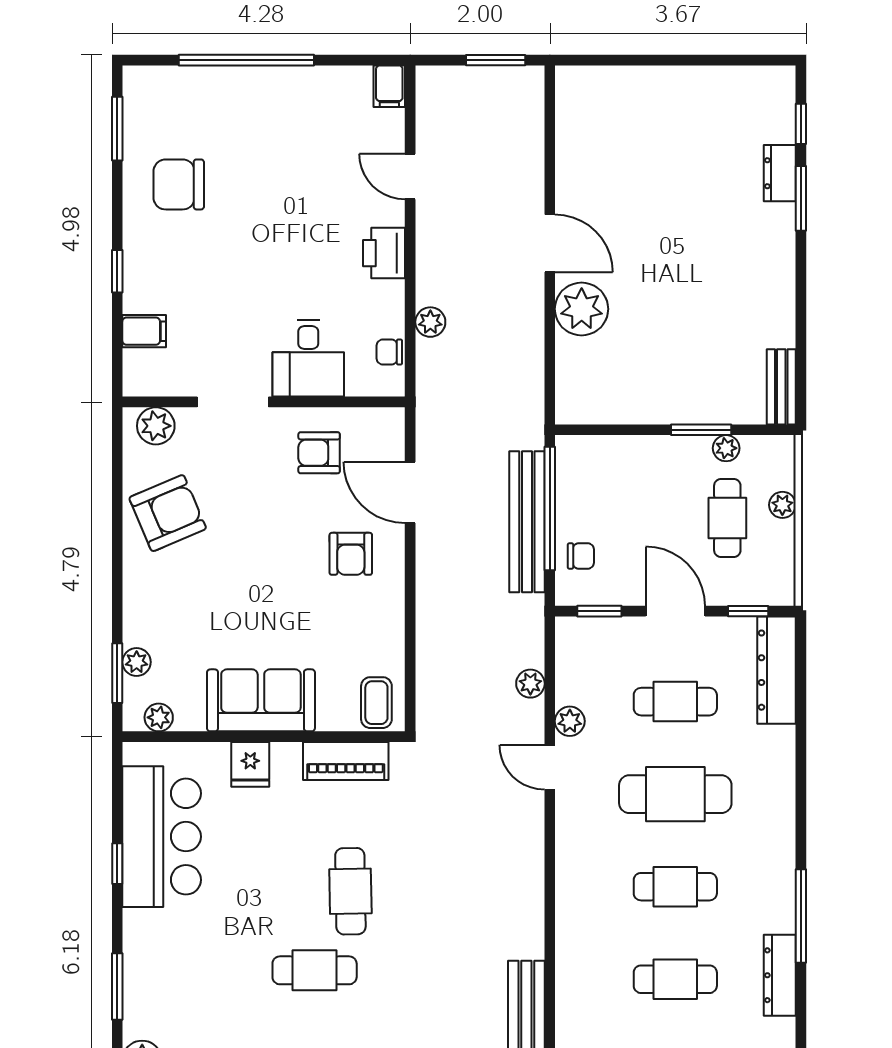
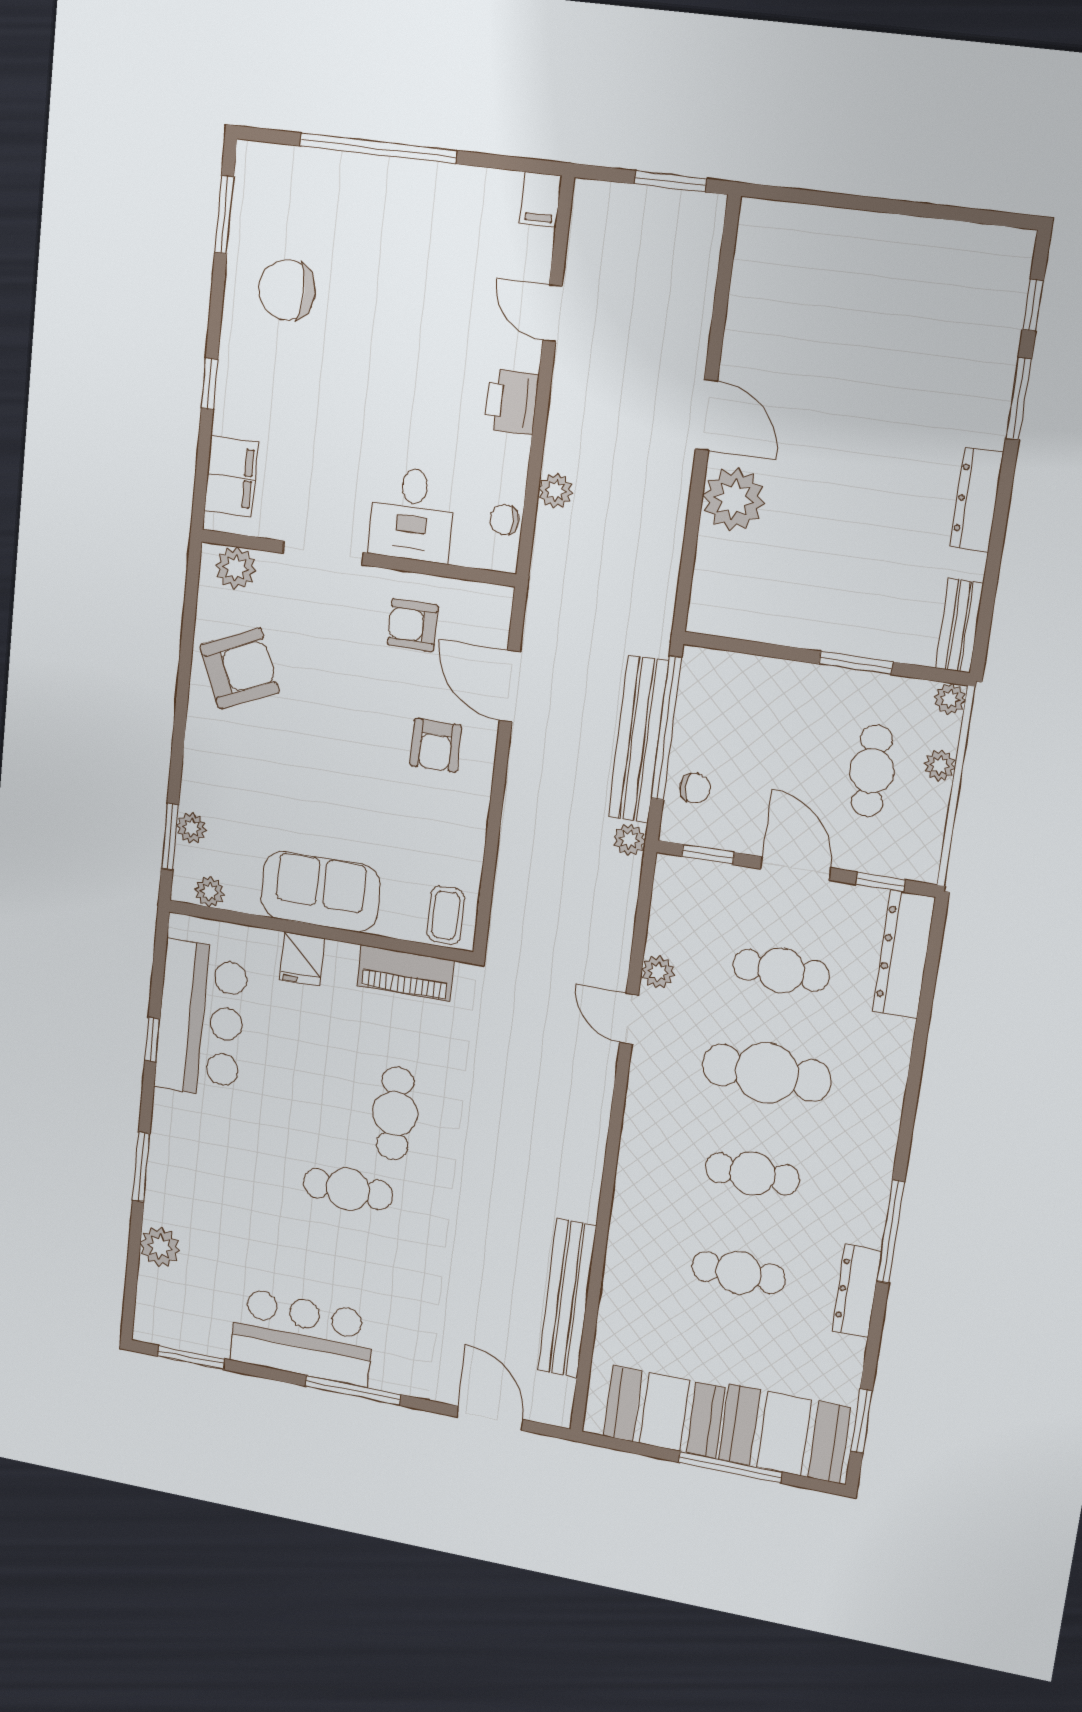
dresser: (780, 173) -> (977, 499), moved, width x1.44
filing cabinet: (144, 331) -> (231, 476), width x2.00
plant: (726, 448) -> (950, 699), moved
plant: (530, 684) -> (630, 840), moved

